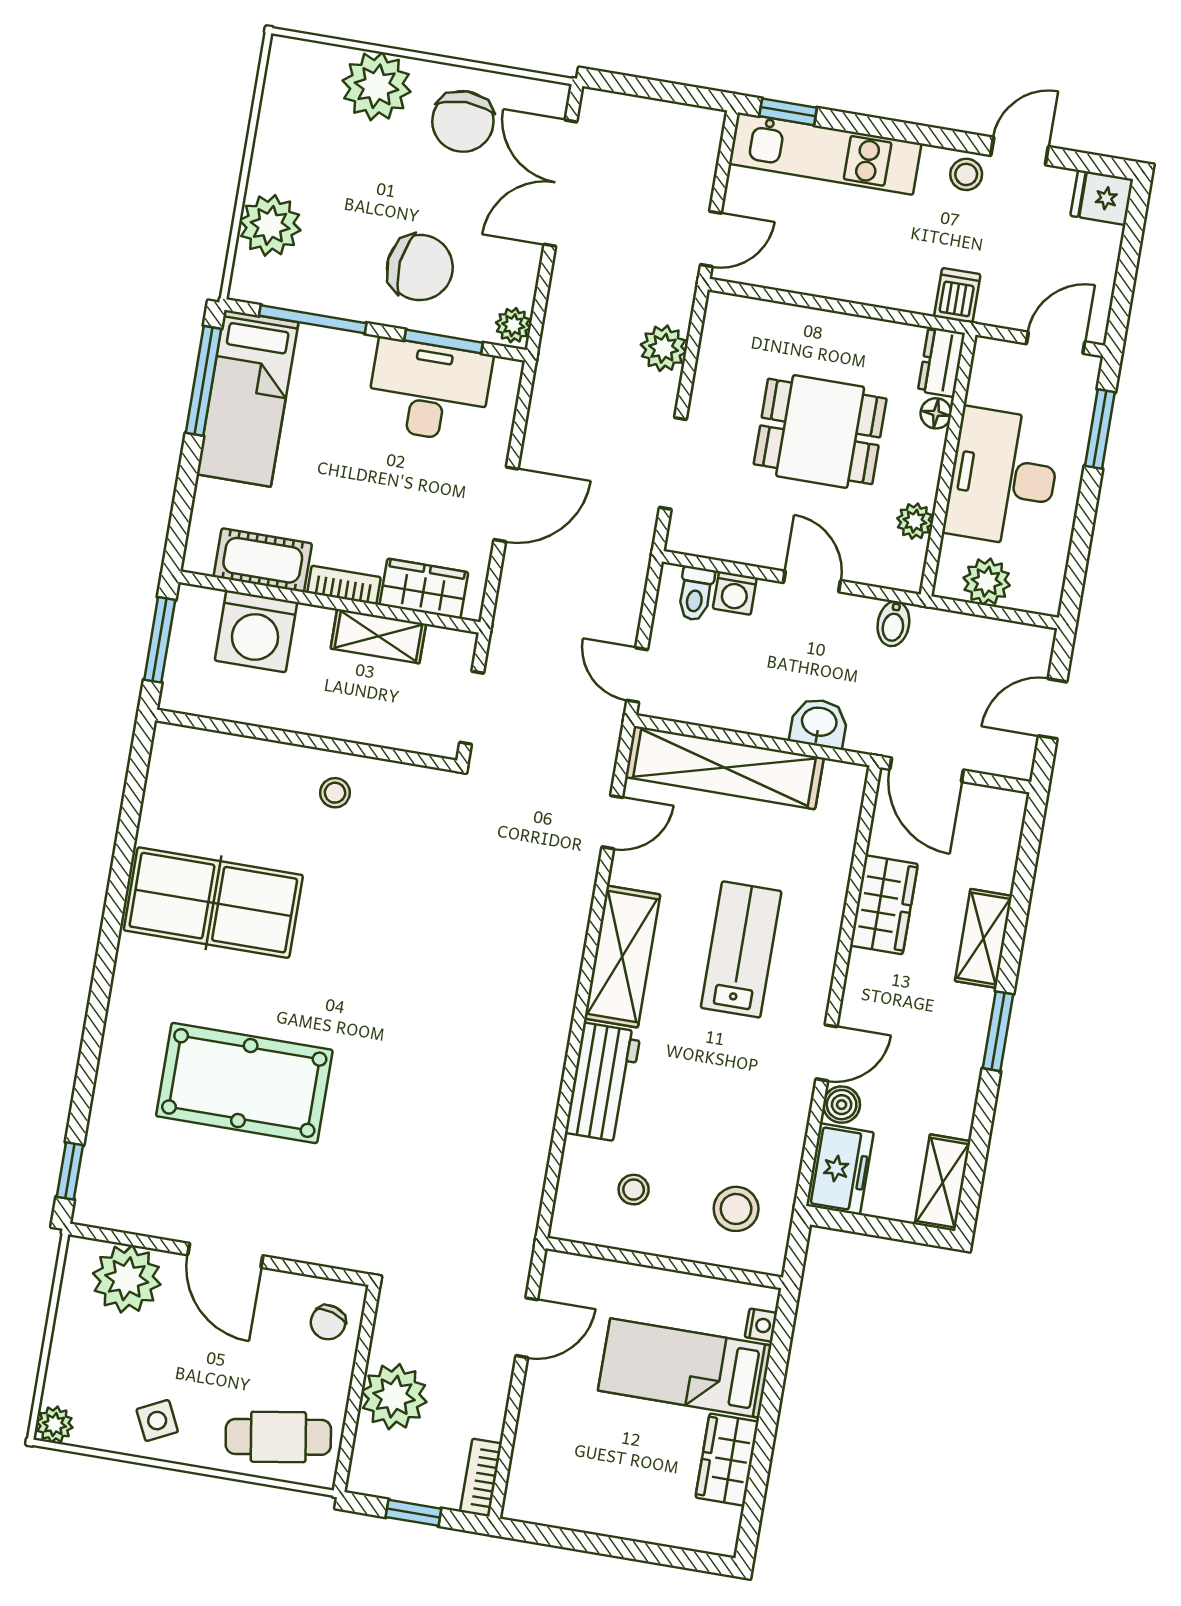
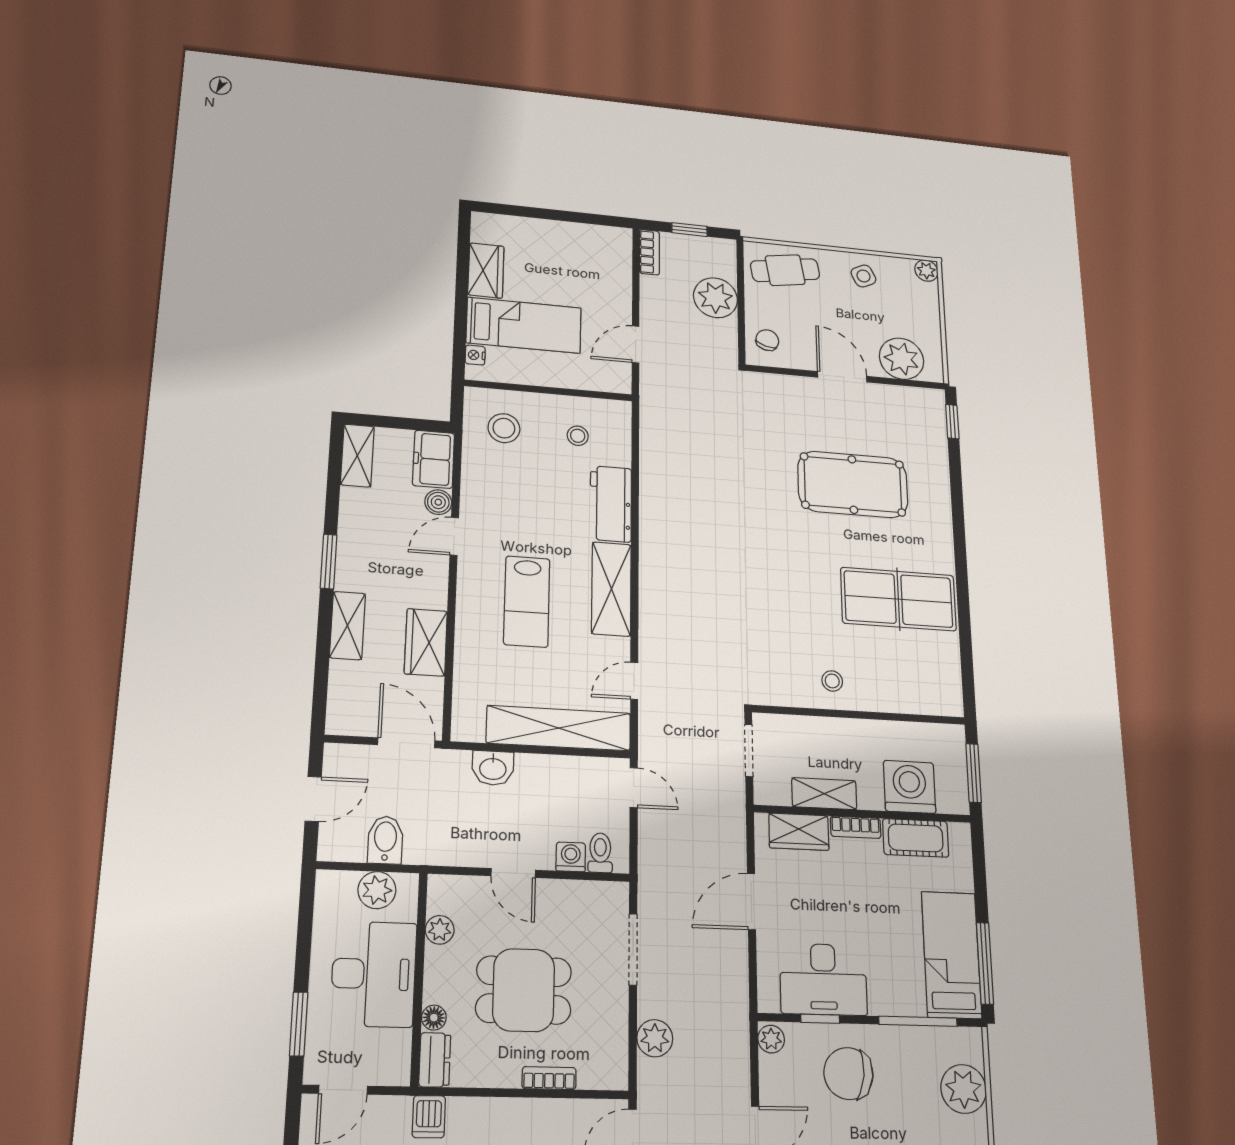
bookcase: (804, 319) -> (549, 1078), added
window: (443, 341) -> (820, 1019), width x0.67
bidet: (893, 624) -> (385, 840), moved, width x1.38, depth x1.36

